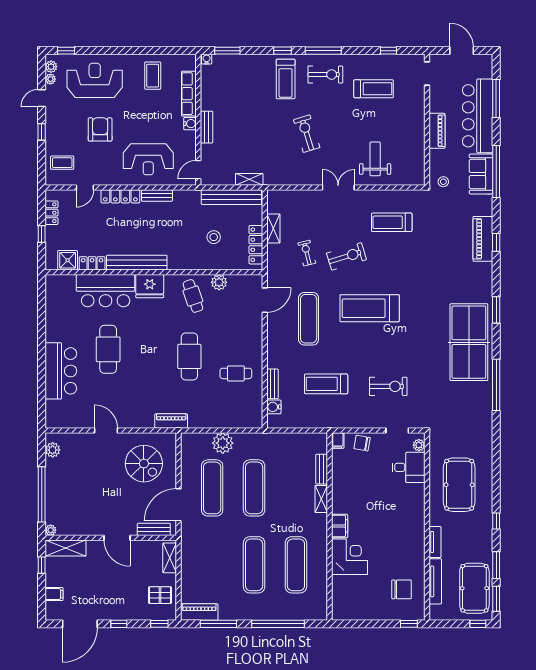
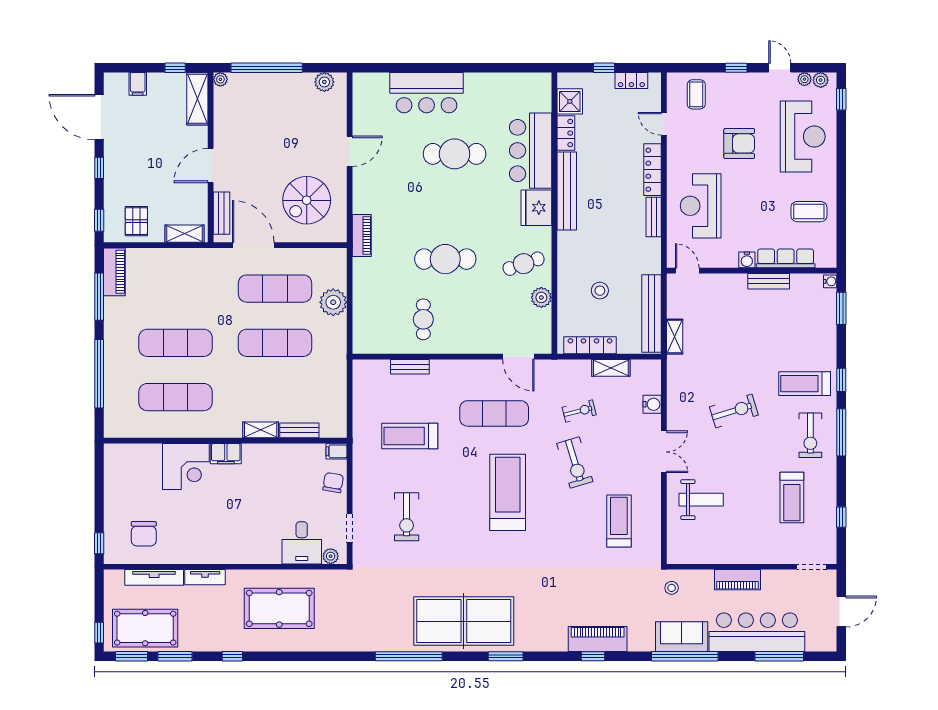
bench: (207, 127) -> (769, 281), moved
treadmill: (326, 384) -> (410, 436), turned -90
water cooler: (274, 407) -> (652, 404), moved, turned 90

